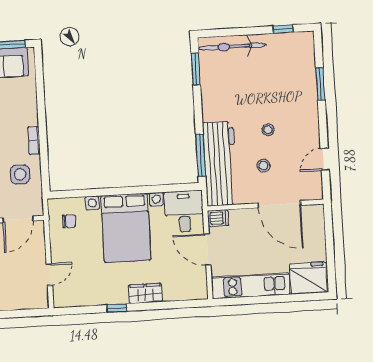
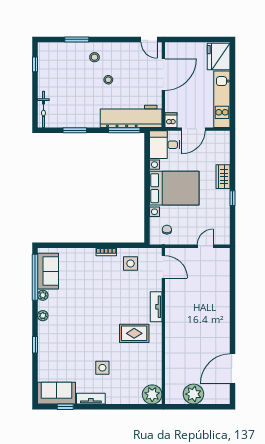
bicycle: (232, 47) -> (43, 109), width x0.73, depth x0.71
window: (196, 69) -> (75, 130), moved
door: (325, 159) -> (149, 39), moved
stool: (263, 166) -> (94, 57), moved
door: (49, 275) -> (205, 246), hinge flipped

